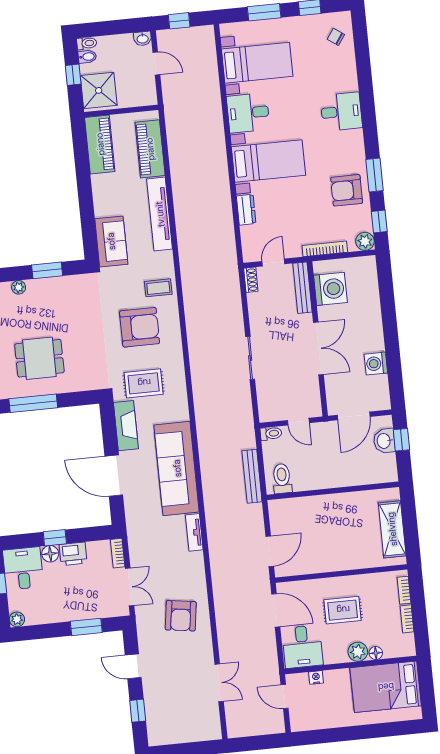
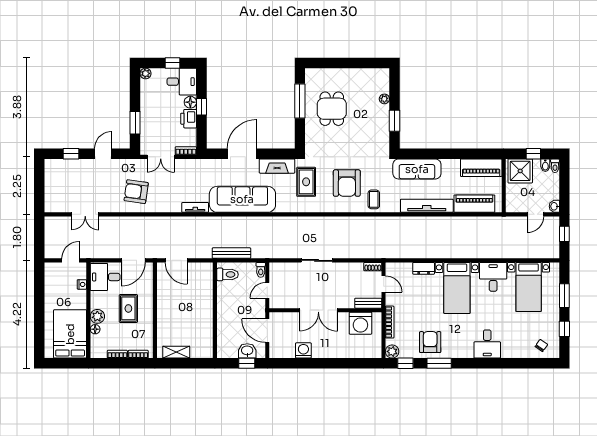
sofa: (111, 241) -> (417, 169), width x1.36
bench: (302, 288) -> (368, 303), width x0.73
shelving: (392, 529) -> (176, 352), width x0.67, depth x0.75

